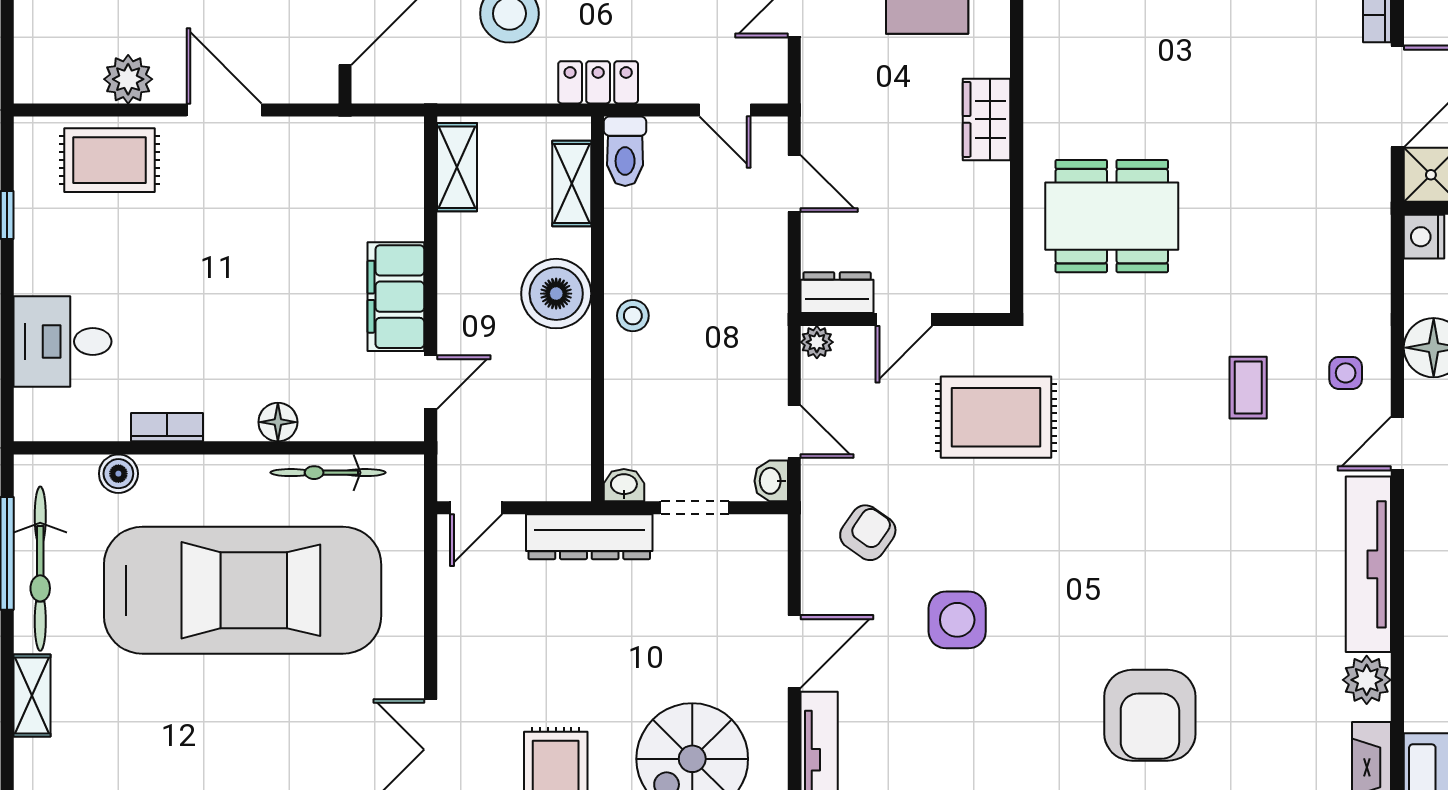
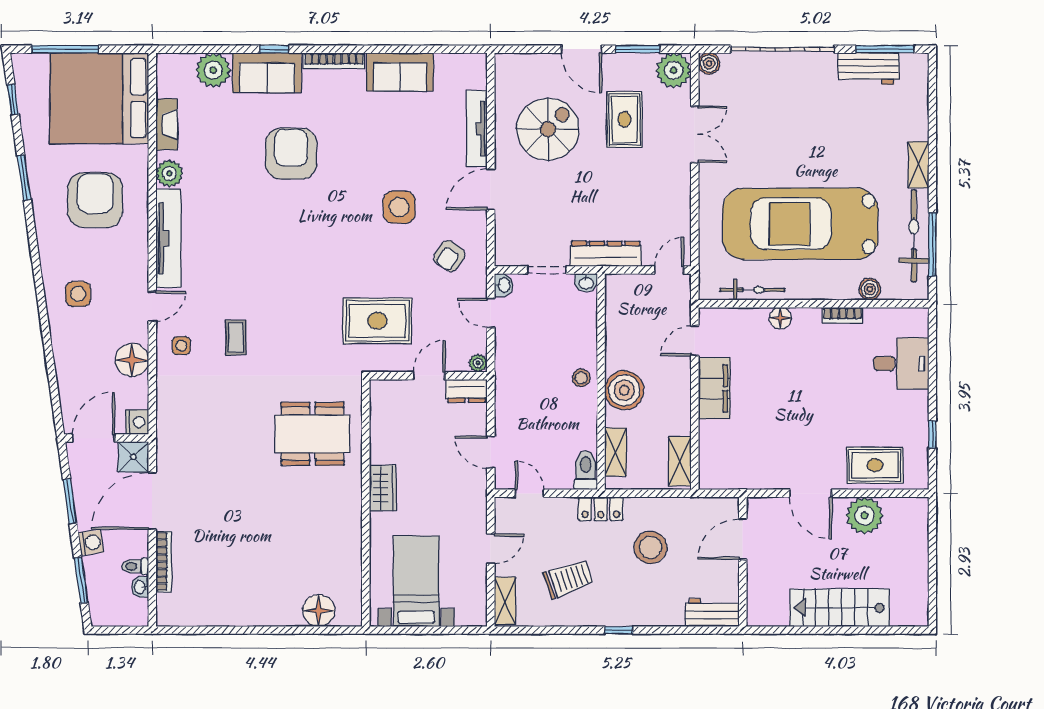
plant: (128, 79) -> (864, 515), width x1.36, depth x1.36

